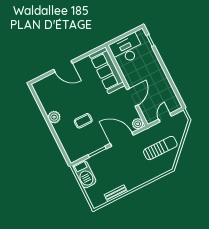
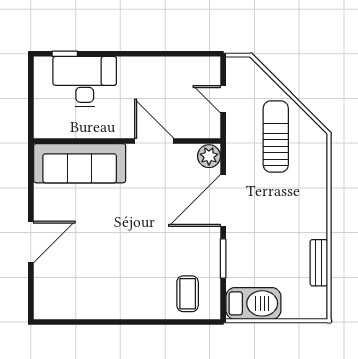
desk: (127, 49) -> (85, 81), moved, turned 90
plant: (54, 117) -> (118, 307), removed
coffee table: (83, 121) -> (188, 294), moved

